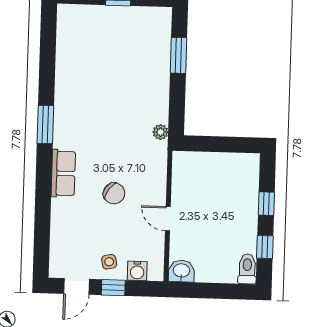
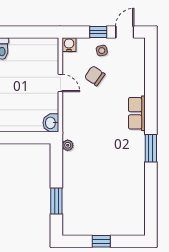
chair: (114, 193) -> (95, 76), moved
water cooler: (137, 271) -> (69, 45), moved
washbasin: (181, 271) -> (51, 123), moved, turned 90

